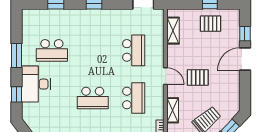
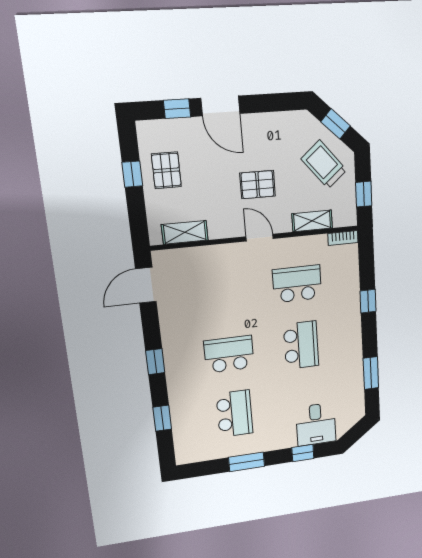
school desk: (134, 50) -> (229, 354), moved
door: (165, 76) -> (260, 238), hinge flipped
pallet: (198, 77) -> (258, 185), turned 90
desk: (36, 84) -> (316, 424), moved, width x0.73

